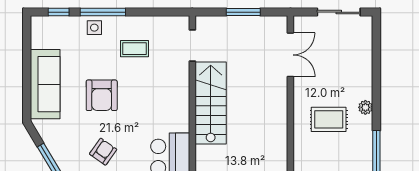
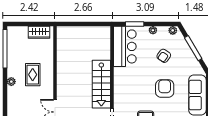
rug: (329, 119) -> (33, 75), turned 90

